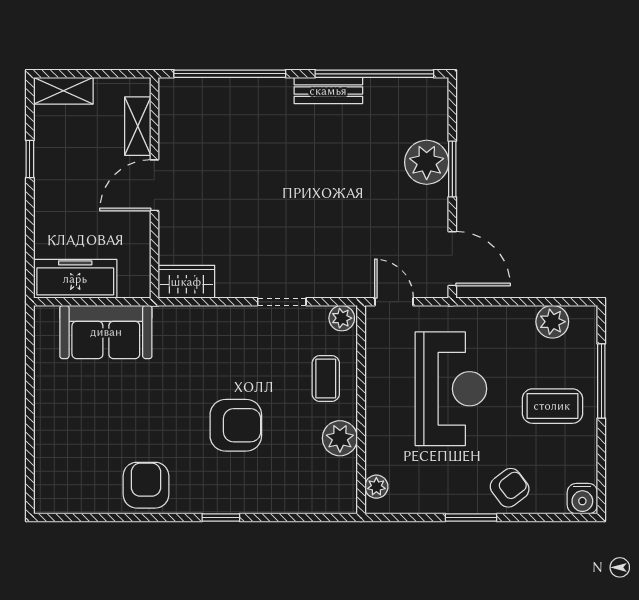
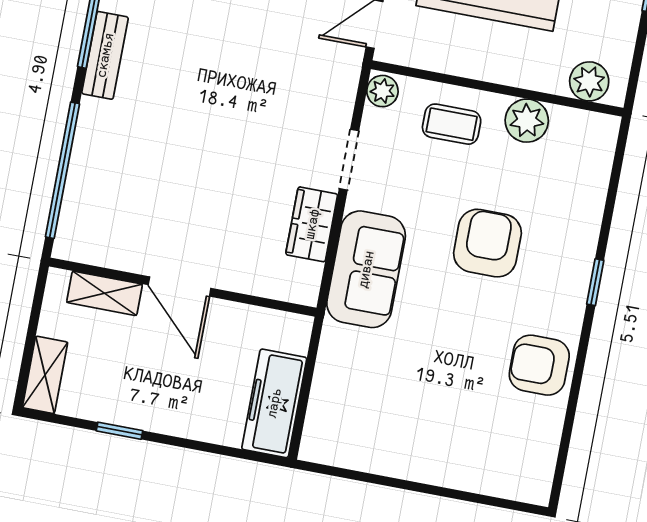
wardrobe: (186, 282) -> (312, 224), moved
sofa: (106, 332) -> (366, 269), moved
plant: (376, 487) -> (589, 81), width x1.38, depth x1.38

